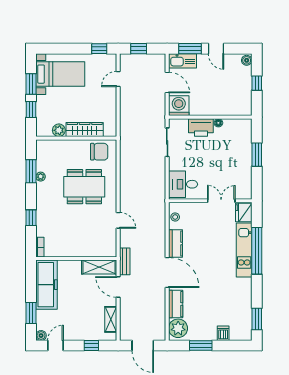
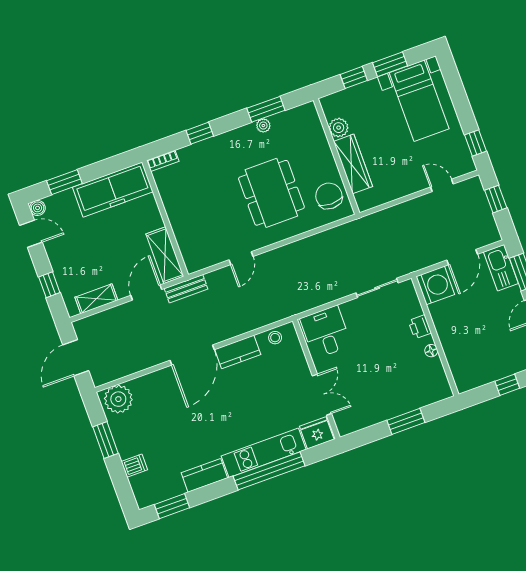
printer: (201, 127) -> (420, 327), width x0.53, depth x0.68
chair: (99, 152) -> (329, 196), turned 180
kitchen counter: (176, 304) -> (204, 475), moved, turned 180

